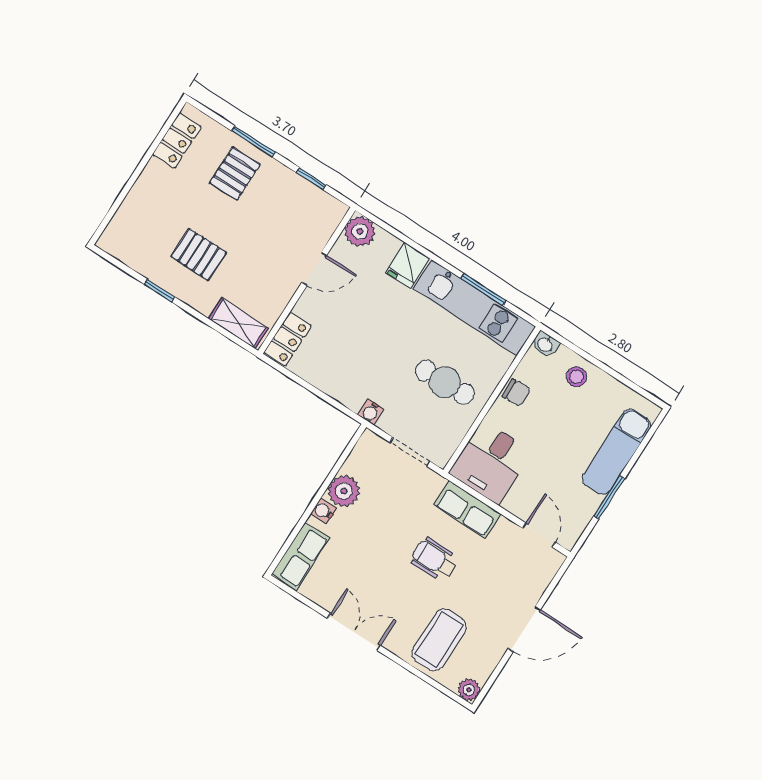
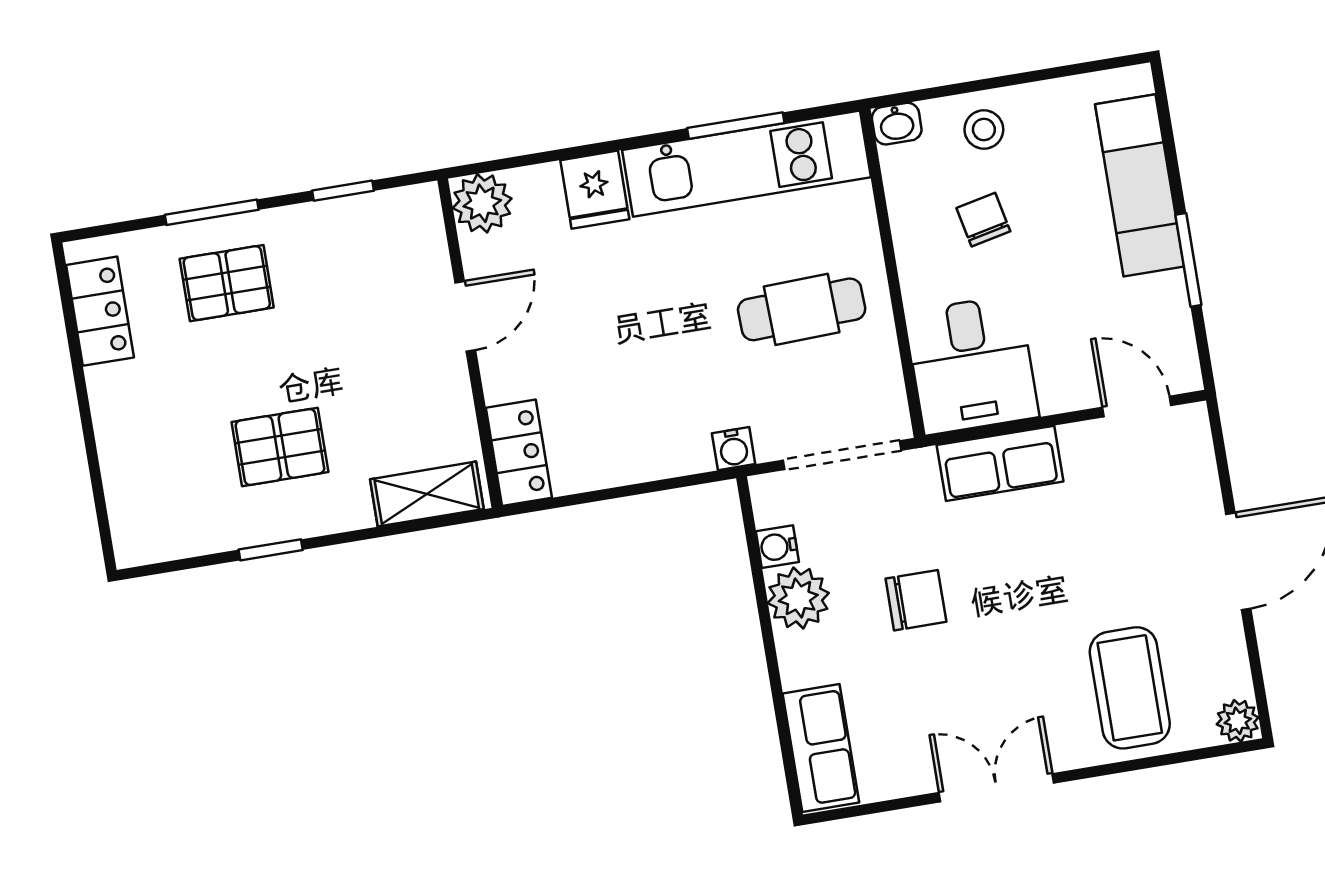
pallet: (235, 174) -> (227, 283), turned 90
chair: (516, 392) -> (983, 220), moved, turned -98
doorway: (410, 452) -> (842, 455), width x1.38
water cooler: (324, 511) -> (777, 547), moved
chair: (388, 533) -> (916, 600), added
wheelchair: (434, 559) -> (1018, 578), removed

